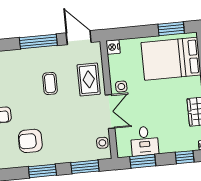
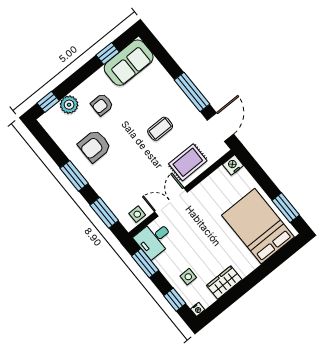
side table: (121, 87) -> (188, 277), moved
double door: (110, 112) -> (171, 202), swing flipped
armchair: (30, 141) -> (95, 146), turned -90
desk: (144, 141) -> (154, 239), moved

